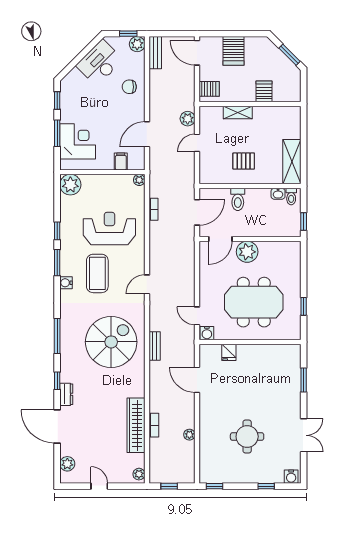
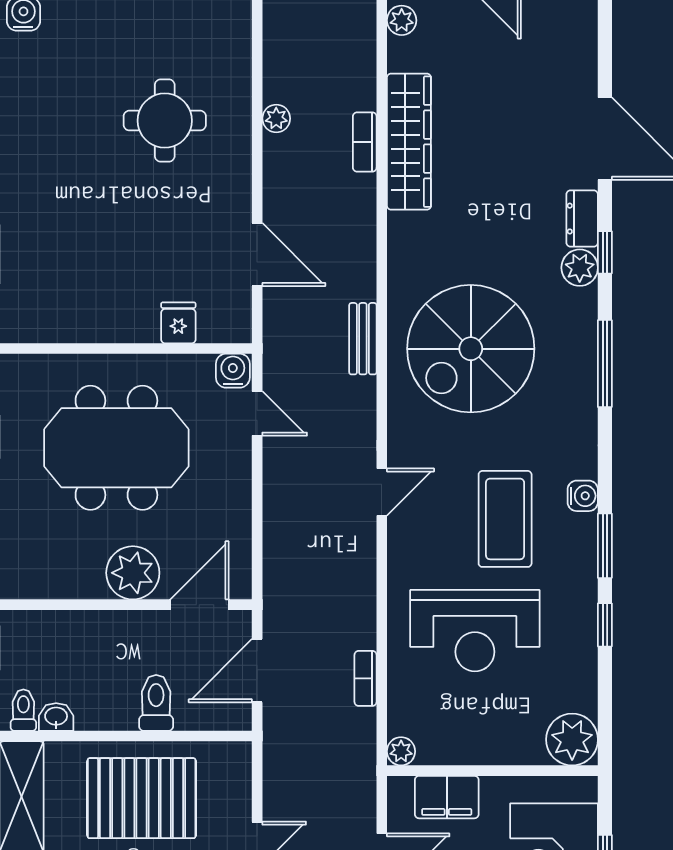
pallet: (244, 161) -> (142, 798), width x2.05, depth x2.00
filing cabinet: (121, 162) -> (447, 797), width x2.00
round table: (247, 437) -> (165, 121), moved
plant: (67, 464) -> (580, 268), moved

